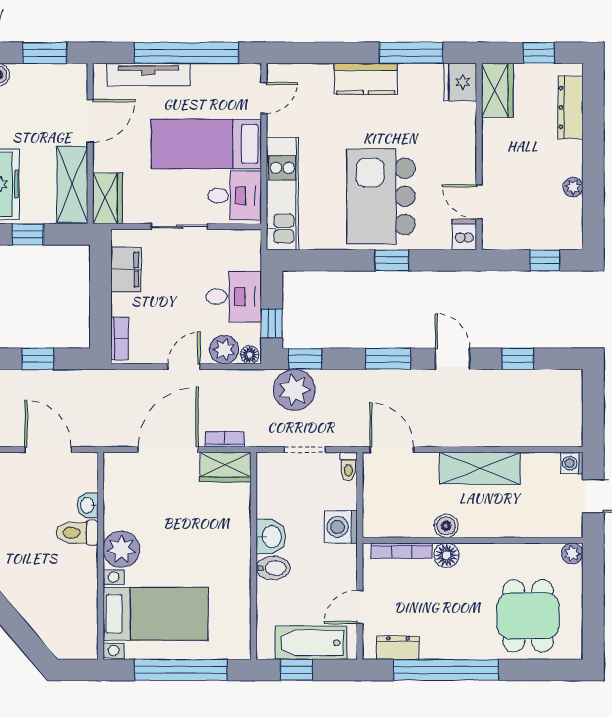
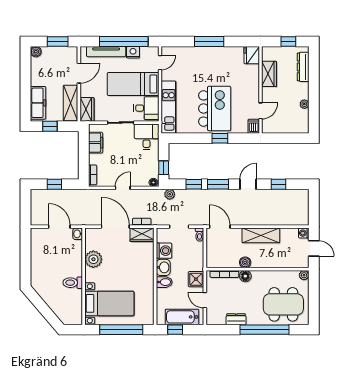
window: (411, 53) -> (209, 41), moved
nightstand: (206, 76) -> (133, 52), added
kitchen counter: (366, 79) -> (208, 54), removed
wardrobe: (497, 90) -> (269, 74), moved
kitchen island: (381, 196) -> (215, 108), turned 180
door: (479, 202) -> (260, 111), swing flipped
window: (545, 260) -> (291, 138), removed
desk: (234, 297) -> (146, 137), moved, turned -90
plant: (224, 350) -> (141, 180), removed
window: (305, 359) -> (194, 184), moved
door: (453, 359) -> (248, 184), hinge flipped
plant: (294, 390) -> (170, 194), width x0.53, depth x0.53
door: (168, 450) -> (115, 227), hinge flipped
washbasin: (88, 505) -> (78, 234), moved
washing machine: (341, 527) -> (164, 251), moved, turned 180
toilet: (77, 533) -> (73, 283), moved
plant: (121, 549) -> (93, 259), moved
shower: (341, 562) -> (196, 279), added
door: (360, 607) -> (205, 300), hinge flipped
dining table: (528, 616) -> (283, 304), width x1.37
dresser: (398, 648) -> (236, 319), moved
window: (446, 670) -> (264, 330), moved

